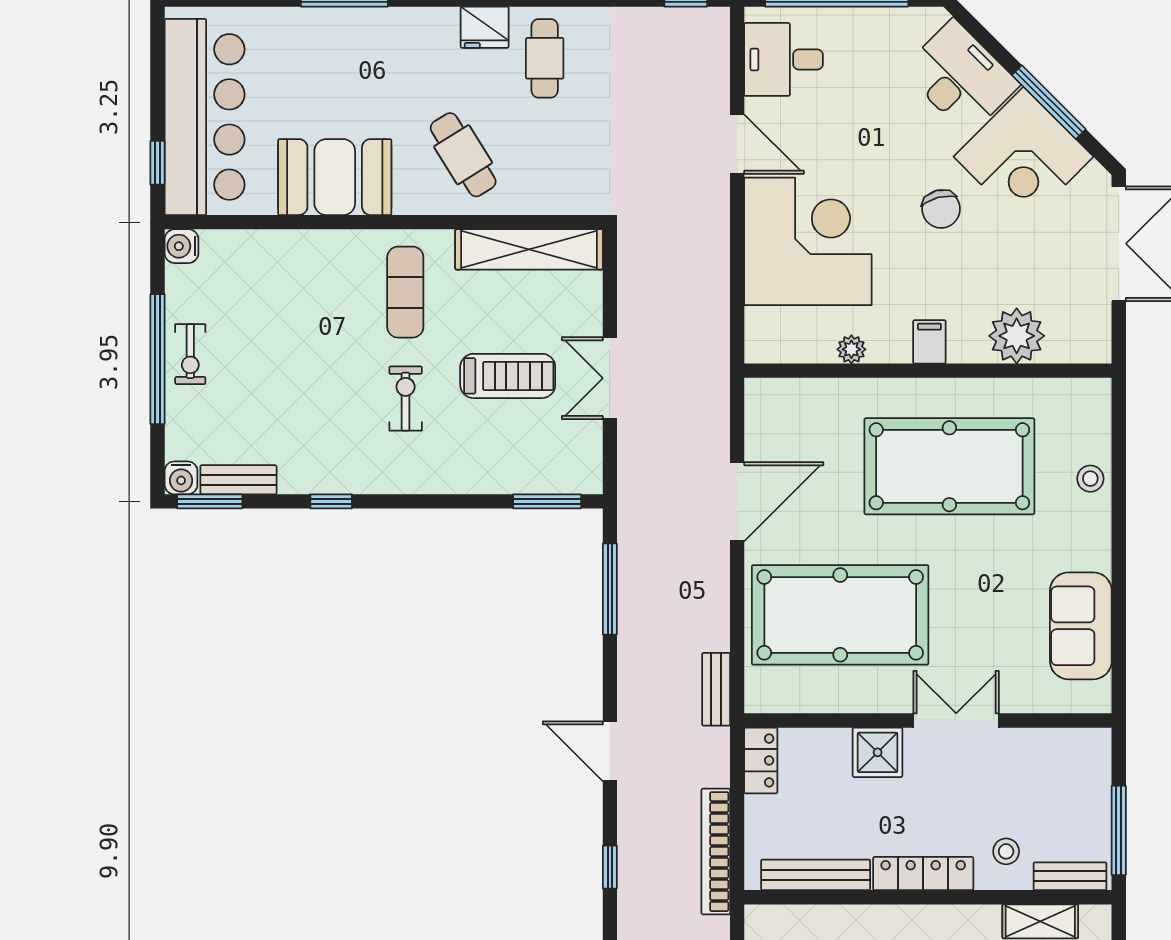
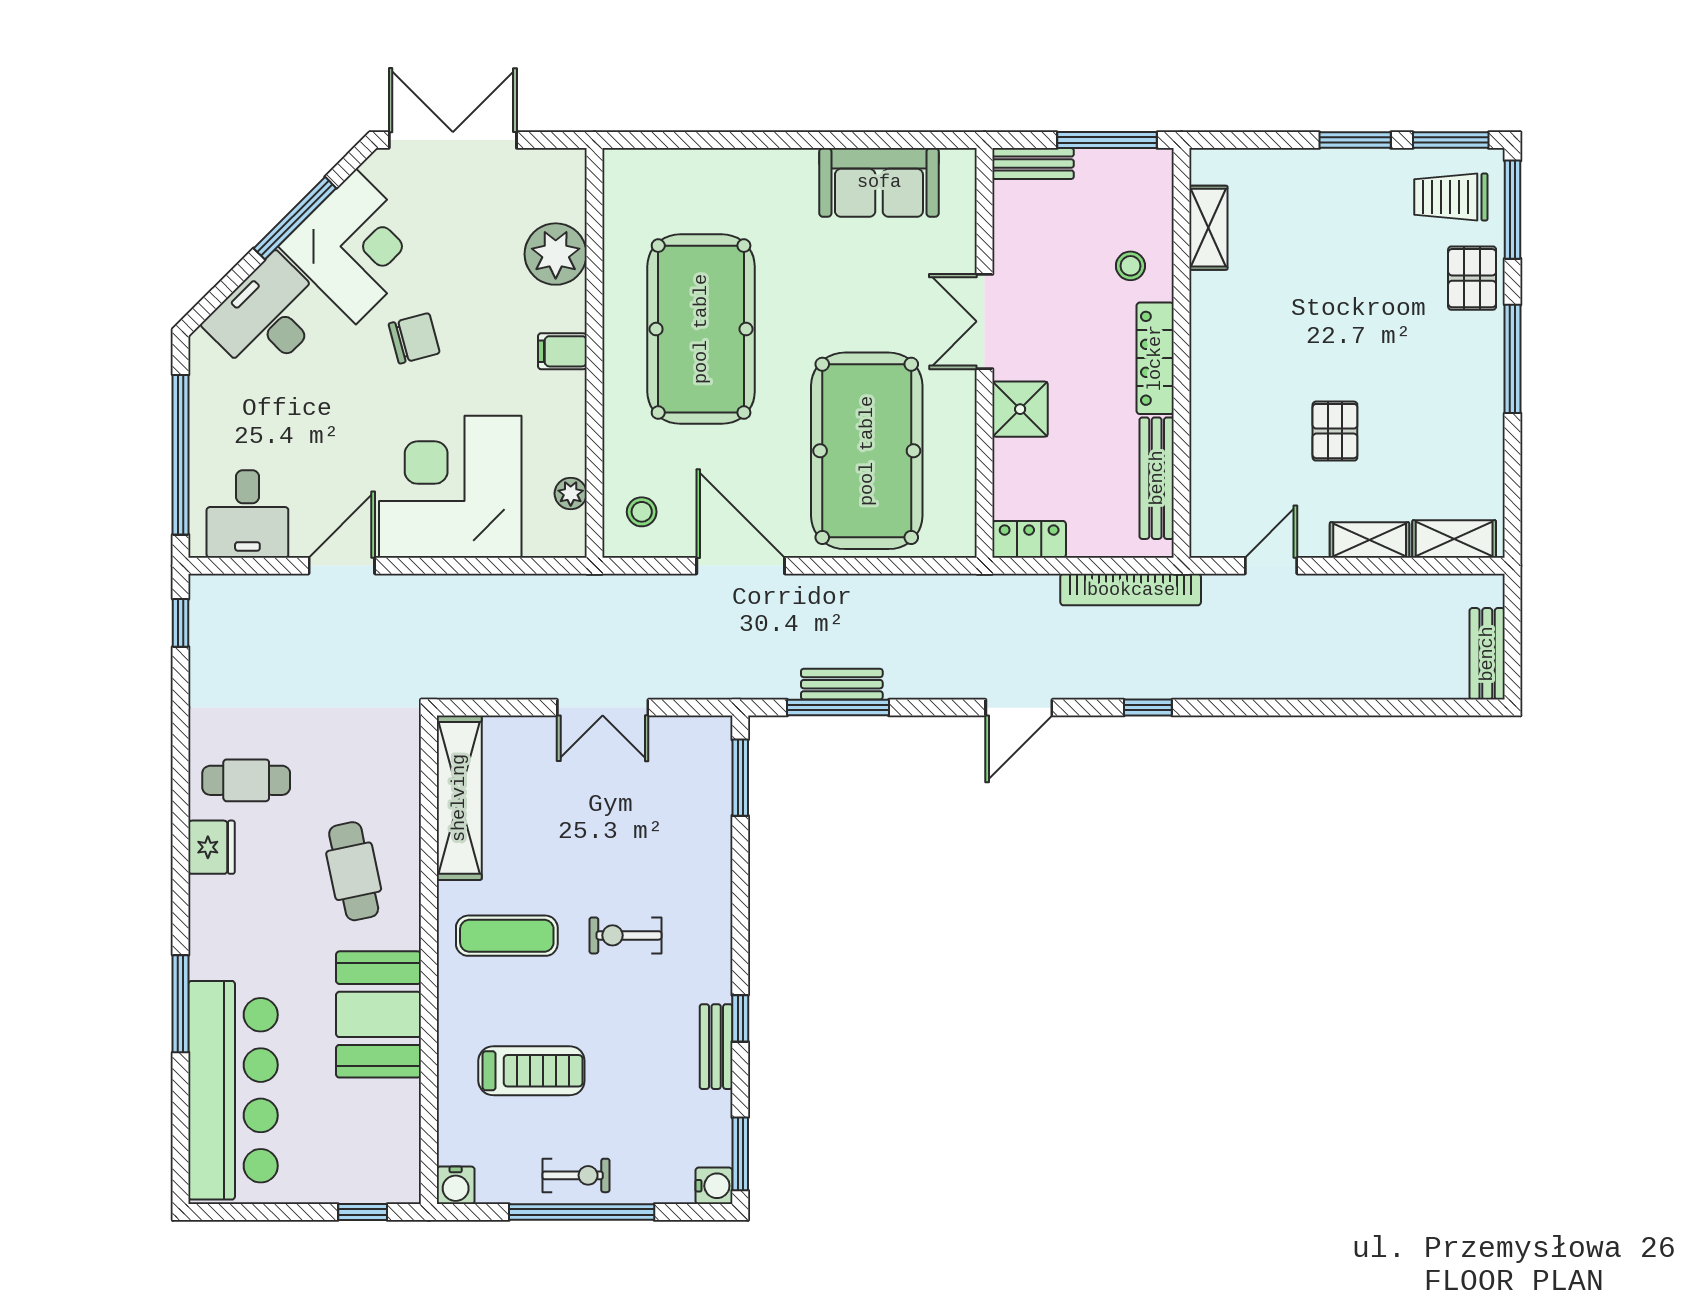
bar counter: (205, 117) -> (233, 1090), moved, turned 90
cafe table: (463, 155) -> (354, 871), turned -70
plant: (851, 349) -> (571, 493), moved
treadmill: (508, 376) -> (531, 1071), moved, turned 90
stool: (1090, 479) -> (642, 512), moved
bench: (238, 480) -> (716, 1047), moved
bench: (716, 689) -> (842, 684), moved
bench: (1070, 876) -> (1033, 164), moved, turned 90

